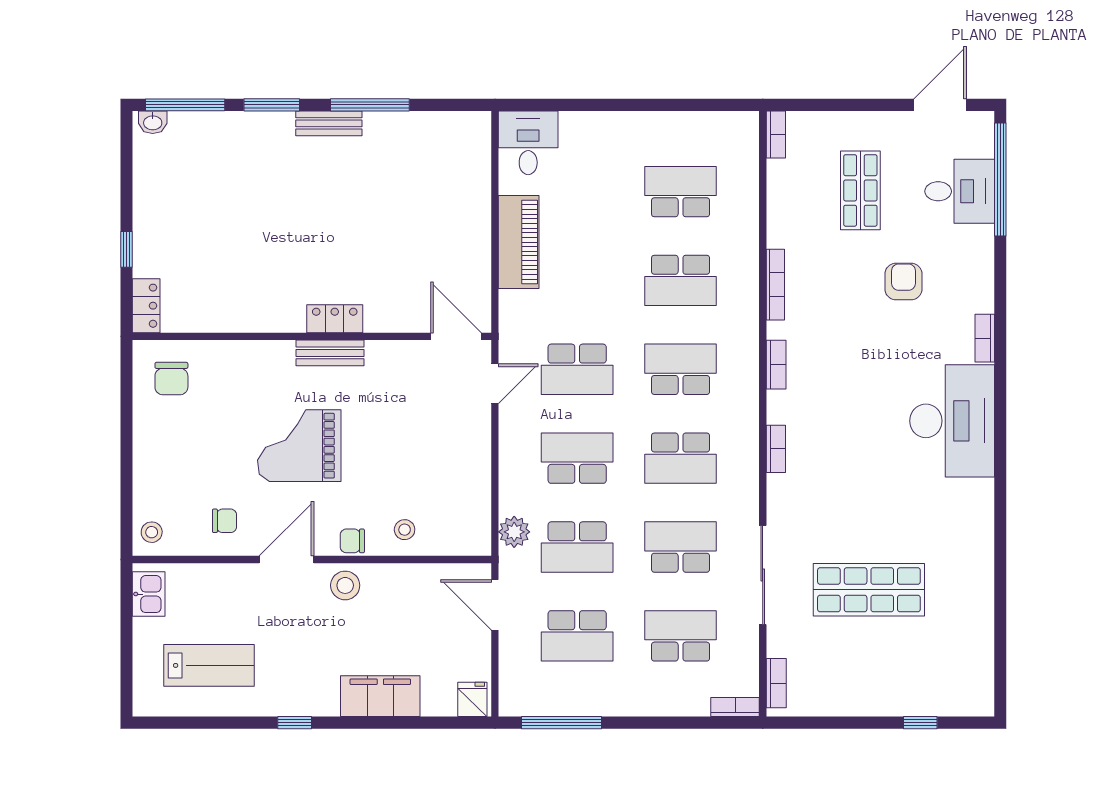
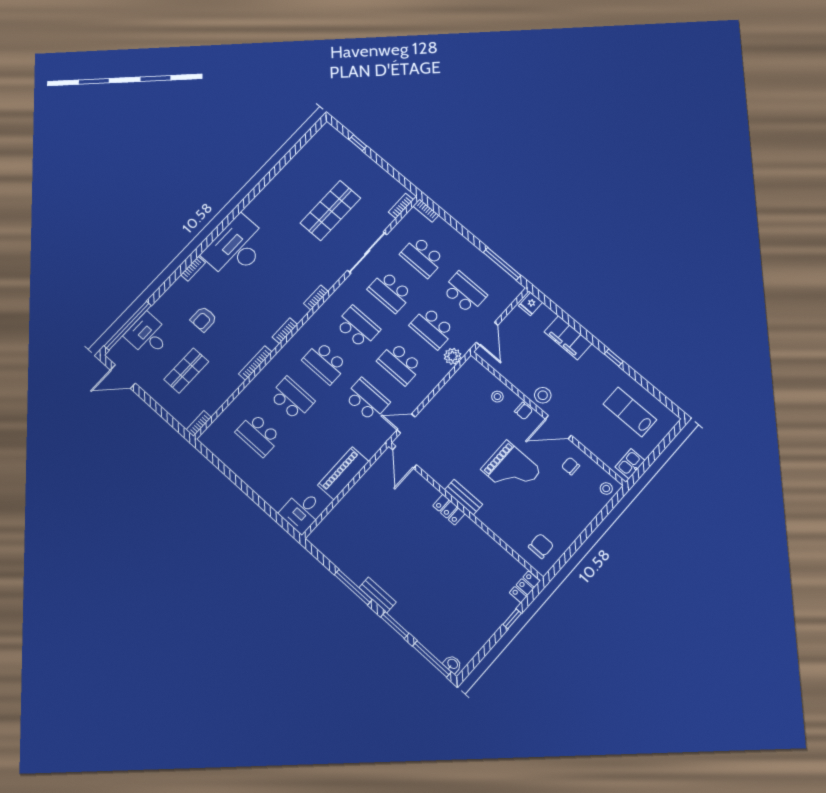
school desk: (577, 547) -> (432, 328), turned 180
shop shelf: (869, 590) -> (330, 211), turned 90

